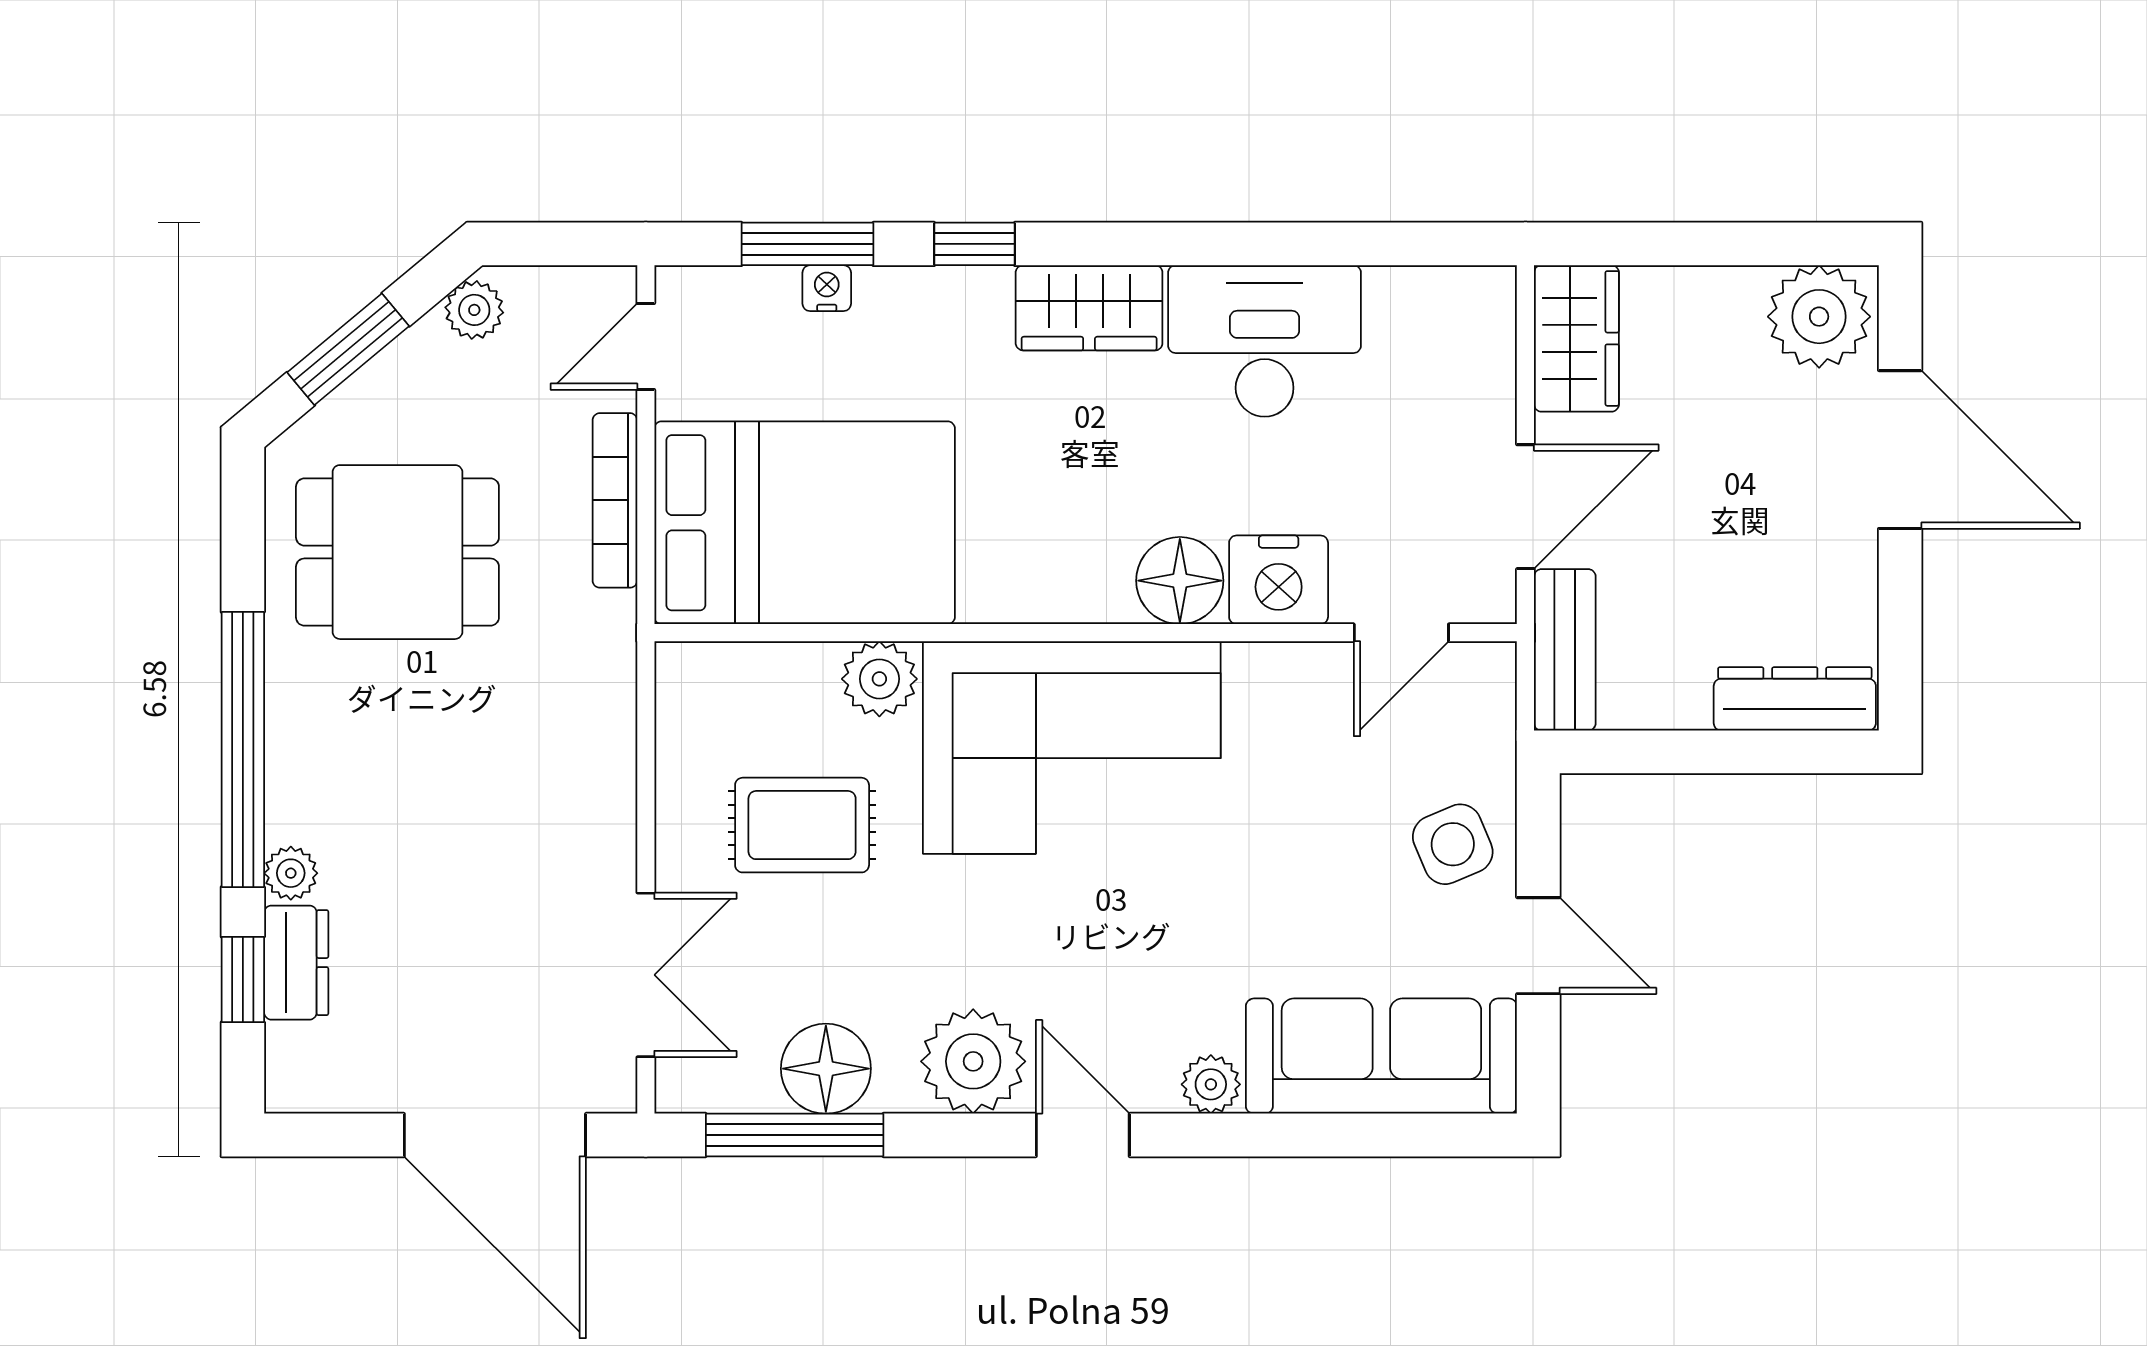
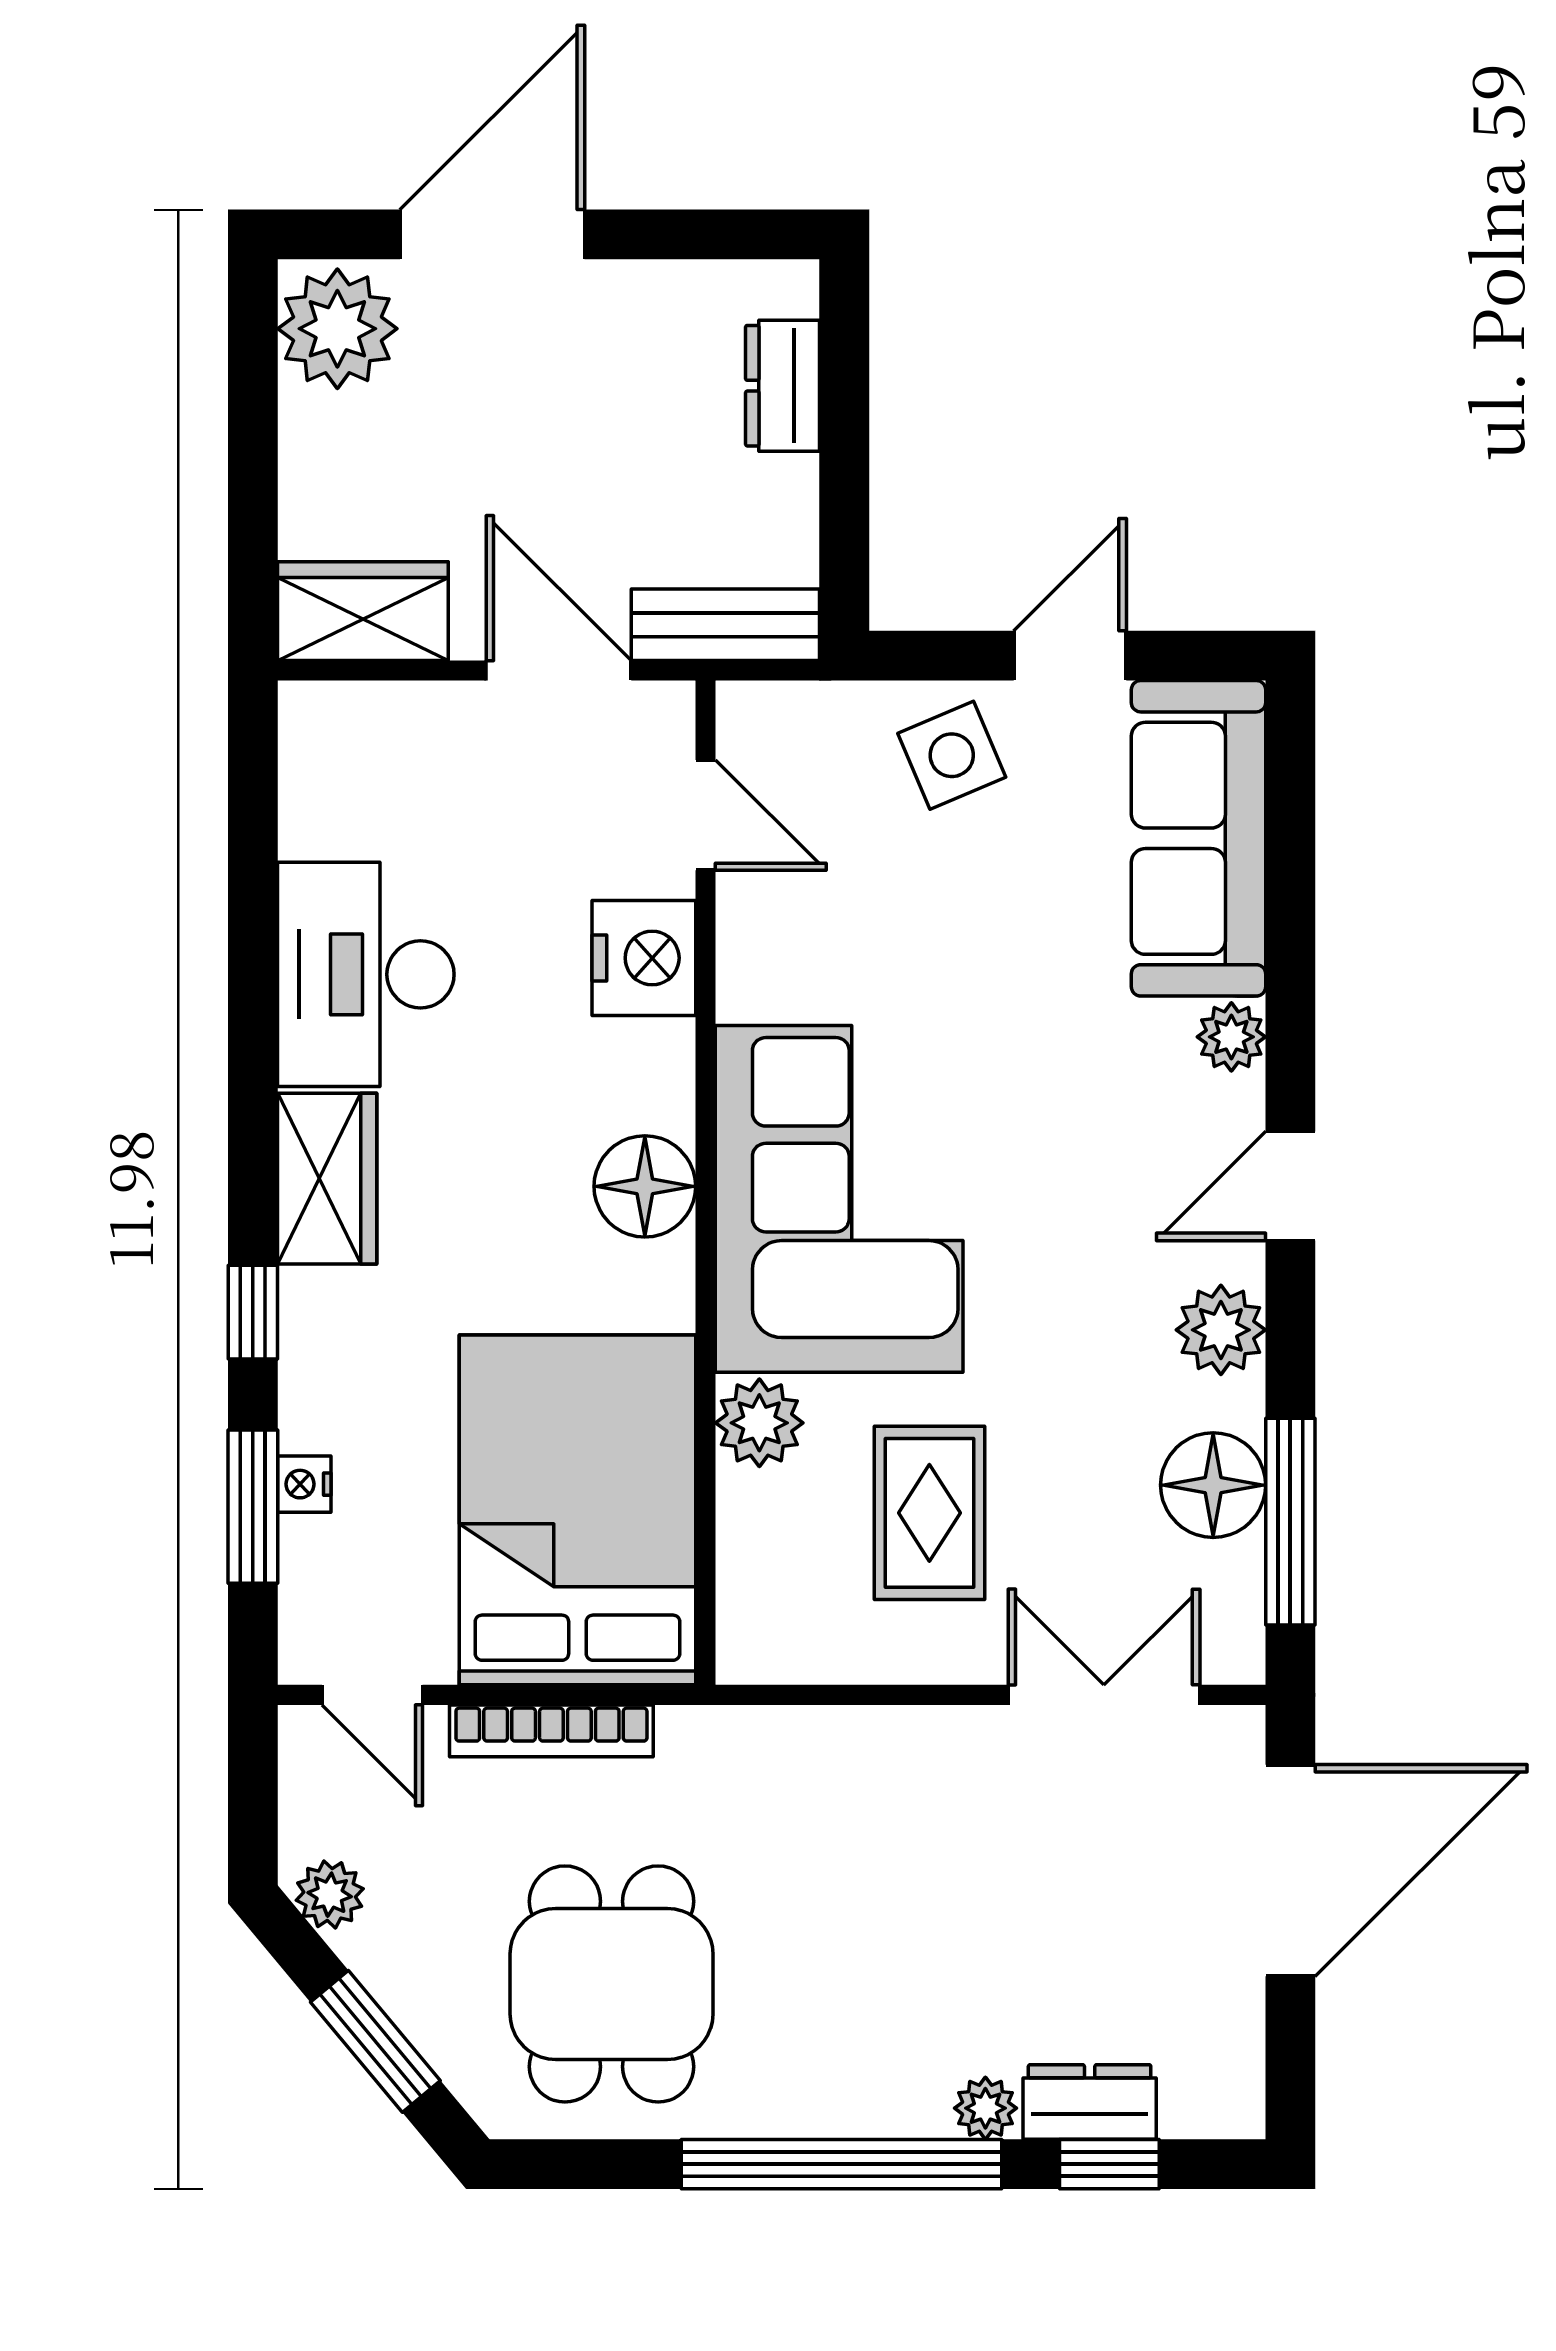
floor lamp: (1180, 581) -> (645, 1186), moved
dresser: (1795, 699) -> (783, 386), width x0.70
plant: (973, 1061) -> (1221, 1330), width x0.73, depth x0.73

